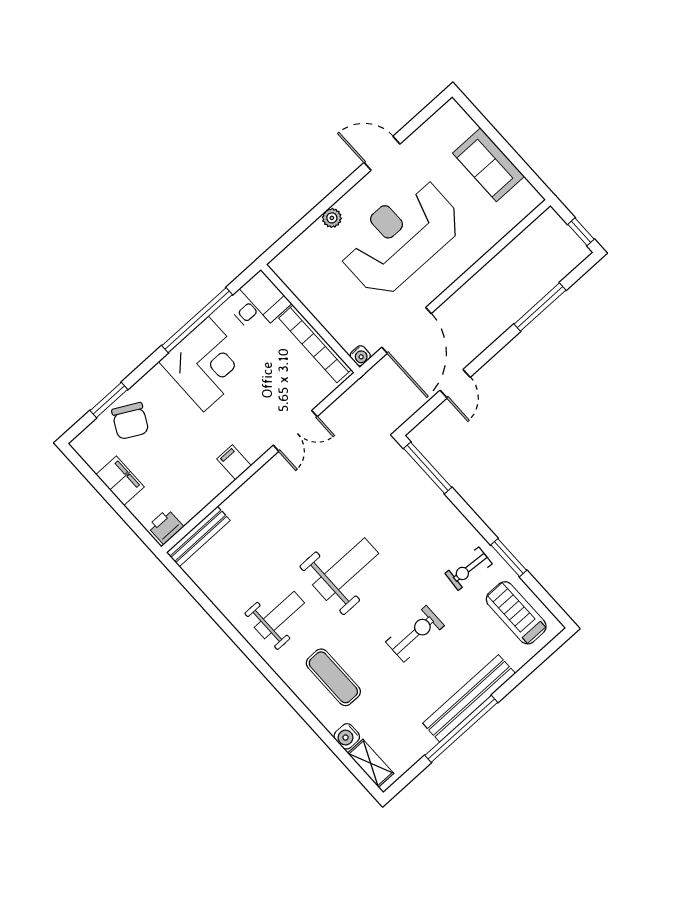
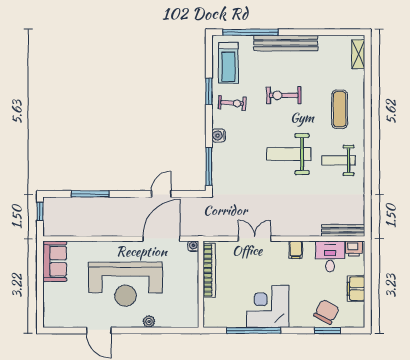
sofa: (488, 165) -> (55, 261), moved
desk: (258, 303) -> (330, 256), moved, turned 90
window: (461, 729) -> (251, 32), moved
water cooler: (347, 736) -> (219, 136), moved, turned 180

